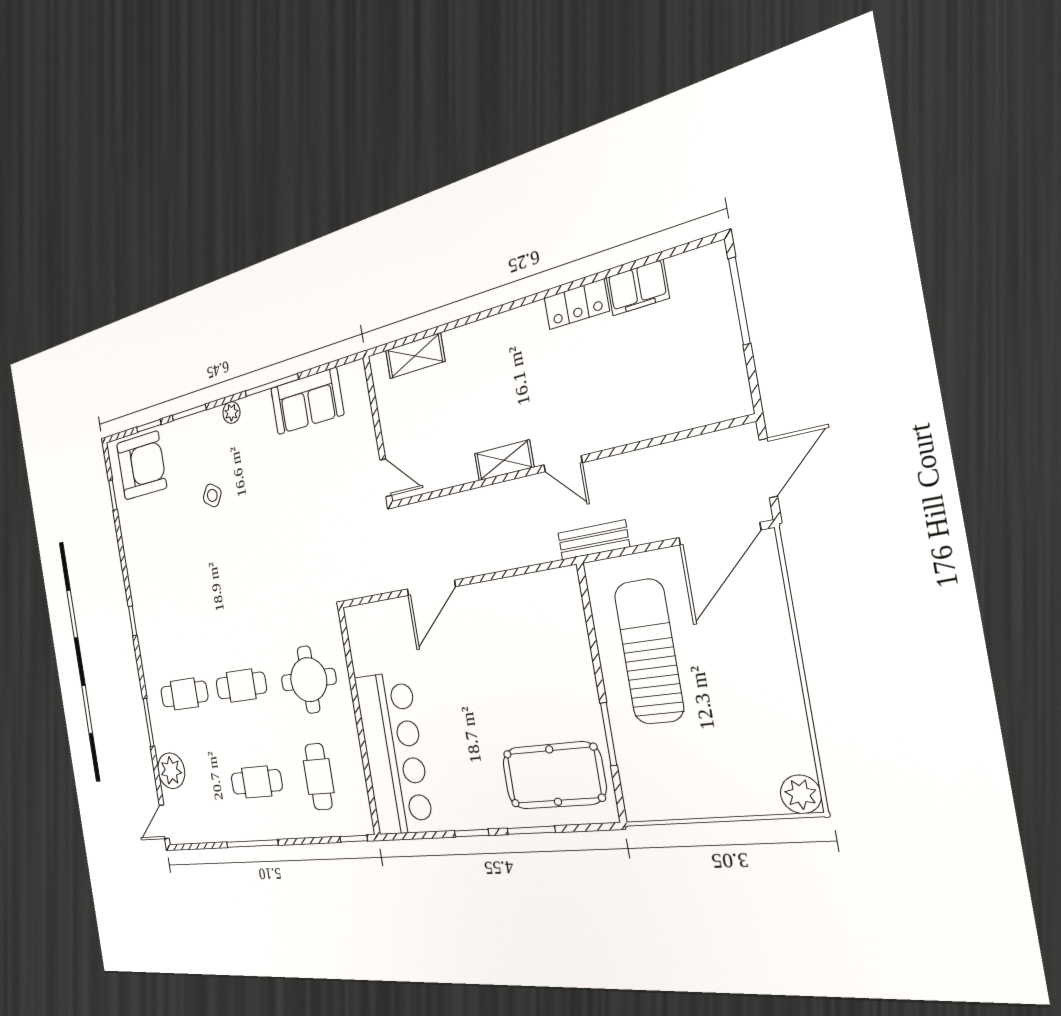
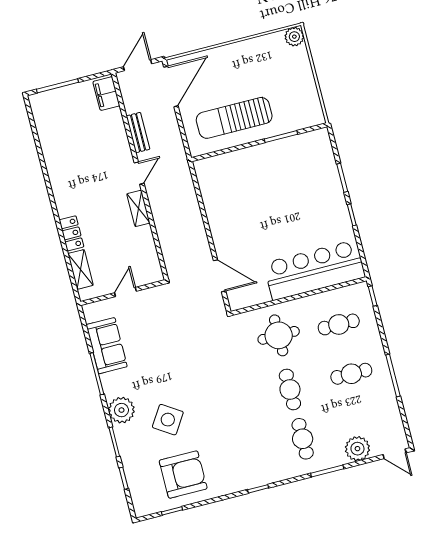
filing cabinet: (638, 288) -> (106, 94), moved, turned 180
locker: (576, 304) -> (71, 233), moved
plant: (231, 413) -> (121, 410), width x1.88, depth x1.88
armchair: (141, 466) -> (183, 475), moved, turned 90
door: (768, 468) -> (138, 65), hinge flipped
door: (386, 478) -> (125, 292), moved
side table: (212, 495) -> (168, 420), width x1.87, depth x1.87
door: (719, 534) -> (171, 86), hinge flipped
bench: (593, 540) -> (138, 133), moved
door: (431, 588) -> (220, 276), moved
pool table: (554, 776) -> (309, 166), removed
cafe table: (257, 782) -> (351, 374), turned 90

